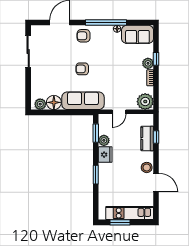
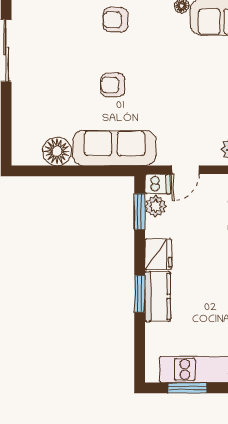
plant: (40, 104) -> (30, 155), removed
dishwasher: (105, 119) -> (158, 184), added
plant: (104, 140) -> (156, 206), moved
kitchen counter: (105, 176) -> (157, 296), added

